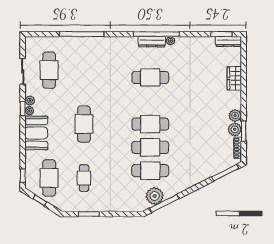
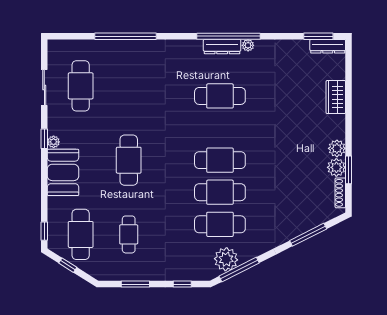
plant: (30, 101) -> (54, 128), removed
window: (225, 173) -> (308, 235), moved
window: (123, 214) -> (182, 284), added

